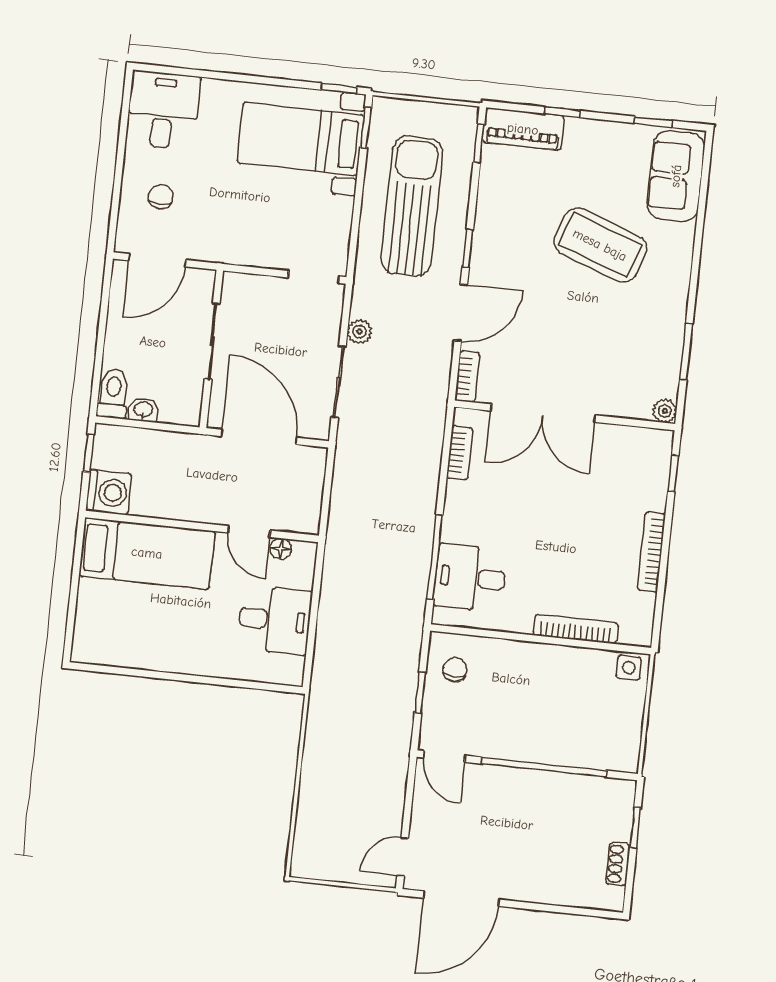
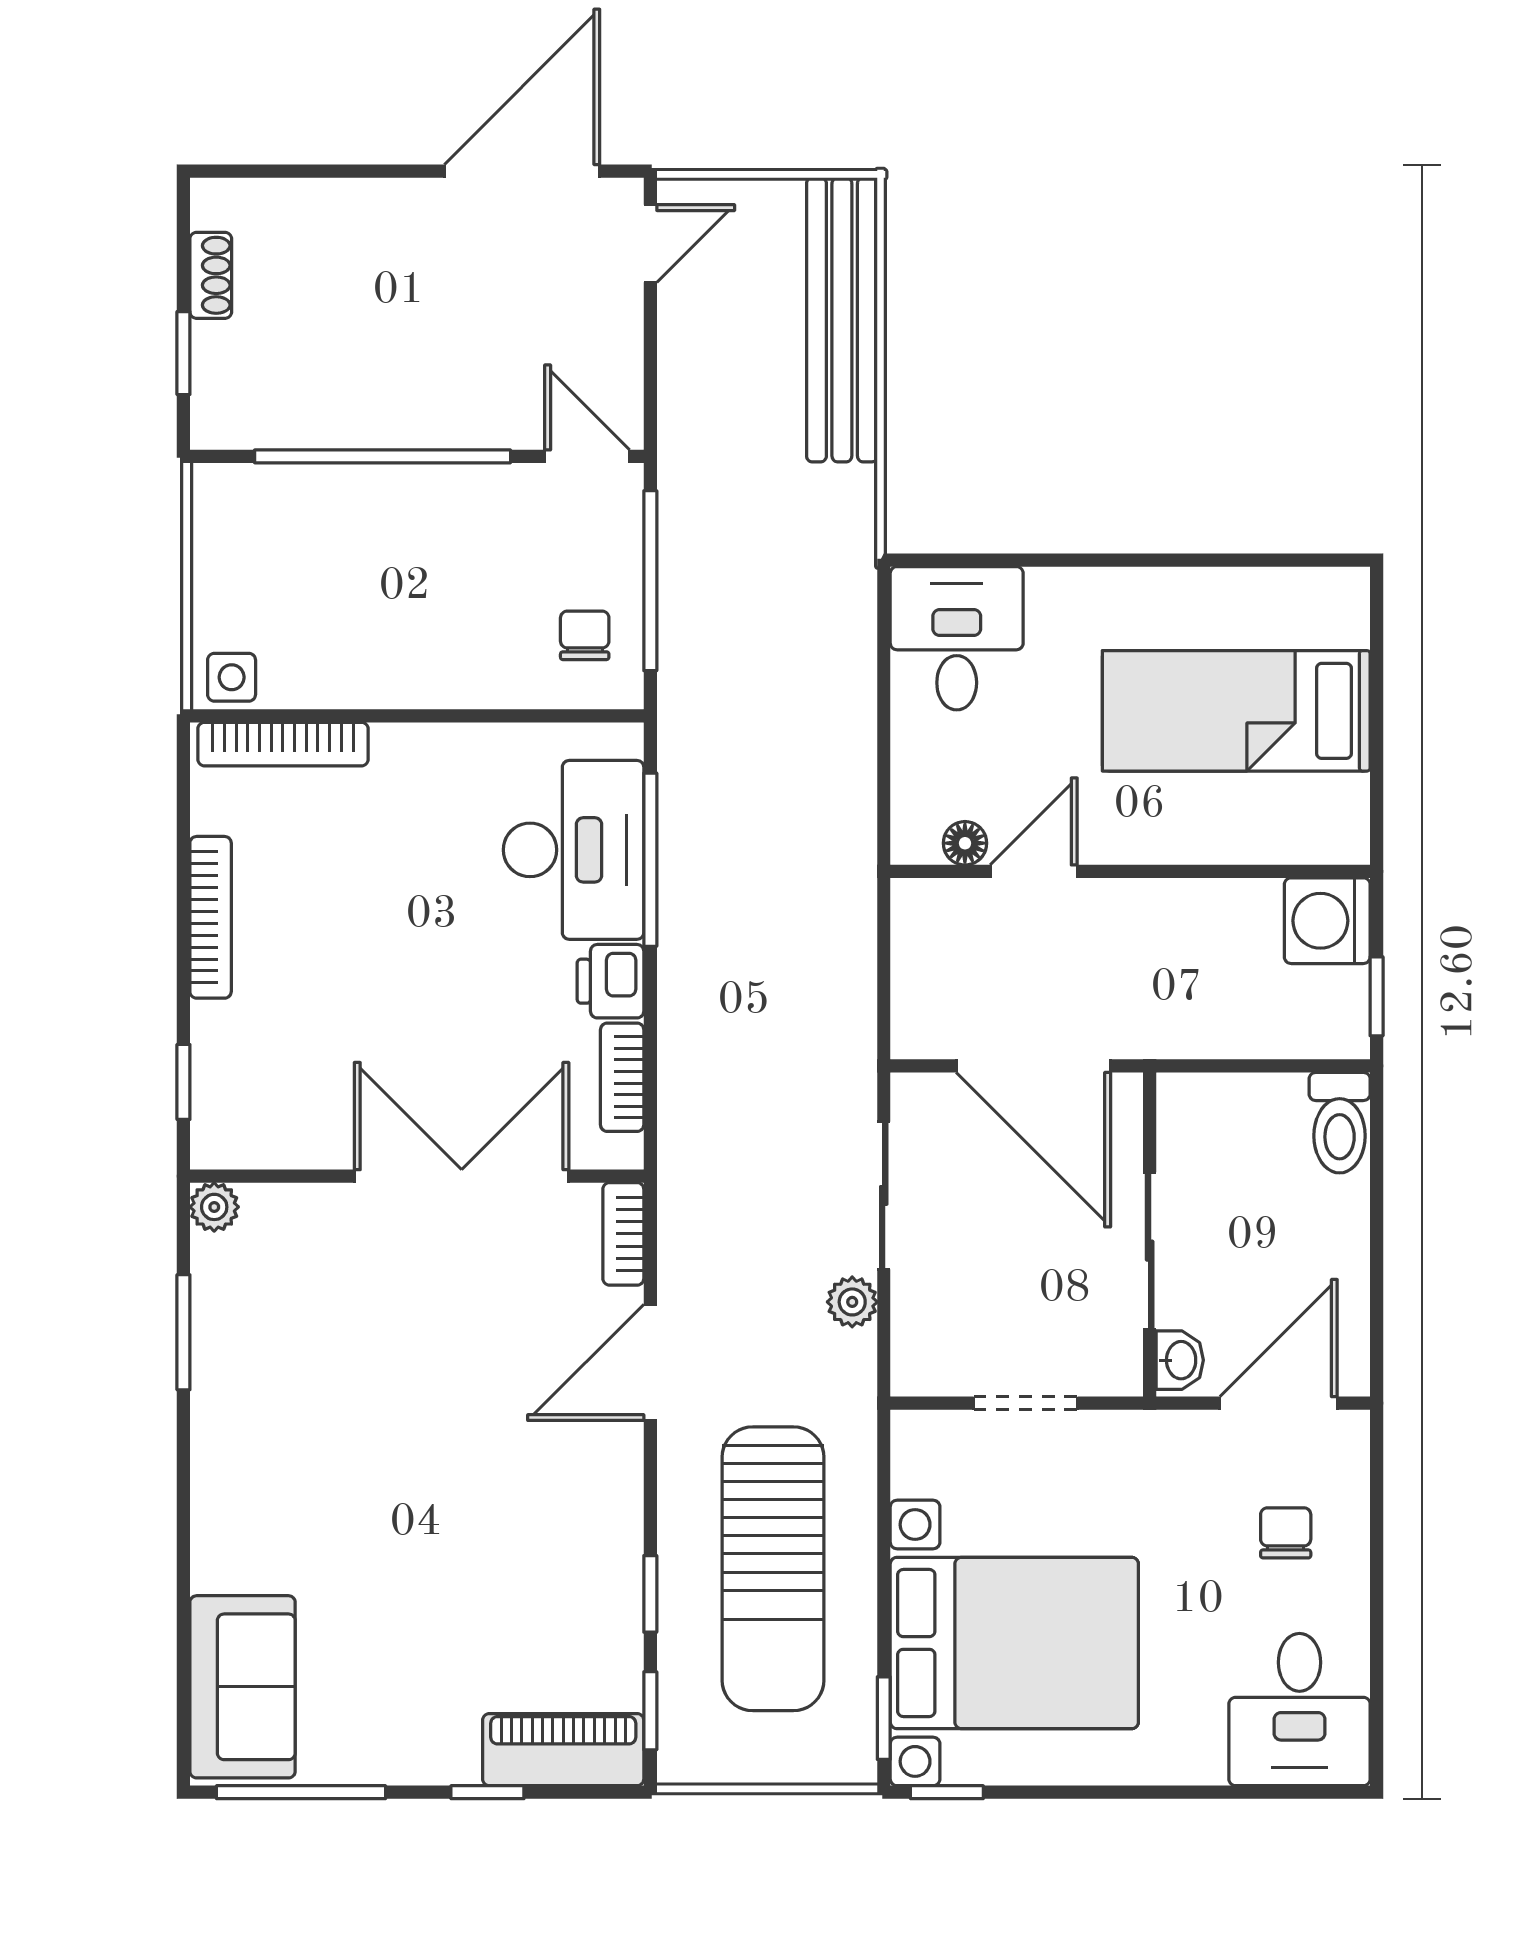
window: (653, 122) -> (301, 1792), width x2.17
bed with nightstands: (300, 139) -> (1014, 1643), width x1.36
chair: (161, 197) -> (1286, 1533), turned 180
coffee table: (600, 245) -> (381, 1531), removed
window: (468, 248) -> (650, 1594), moved
doorway: (313, 277) -> (1026, 1403), moved
washbasin: (143, 410) -> (1180, 1360), moved, turned -90
printer: (460, 500) -> (610, 981), added
door: (249, 532) -> (1034, 871), hinge flipped
bed: (147, 553) -> (1236, 711), moved
desk: (470, 578) -> (574, 850), width x1.37
desk: (275, 620) -> (957, 638), moved, turned 90
bookcase: (576, 629) -> (283, 744), moved
chair: (455, 670) -> (585, 635), turned 180
window: (420, 693) -> (650, 581), width x2.17
bench: (313, 810) -> (842, 320), added

